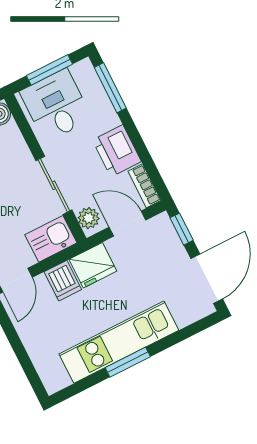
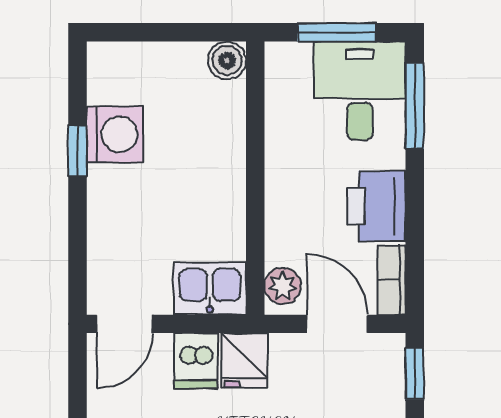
desk: (56, 105) -> (360, 91), moved
sliding door: (54, 185) -> (255, 210), removed
fridge: (93, 265) -> (244, 360), width x0.72

